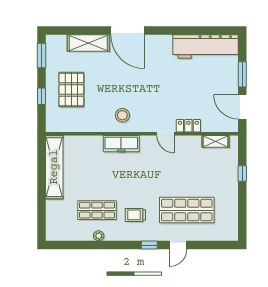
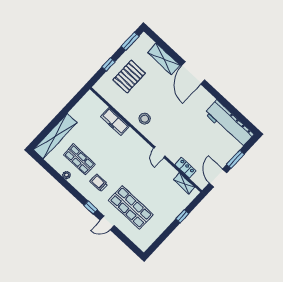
locker: (188, 126) -> (185, 168), moved
freezer: (121, 144) -> (115, 121), moved
shelving: (54, 167) -> (55, 136), moved

